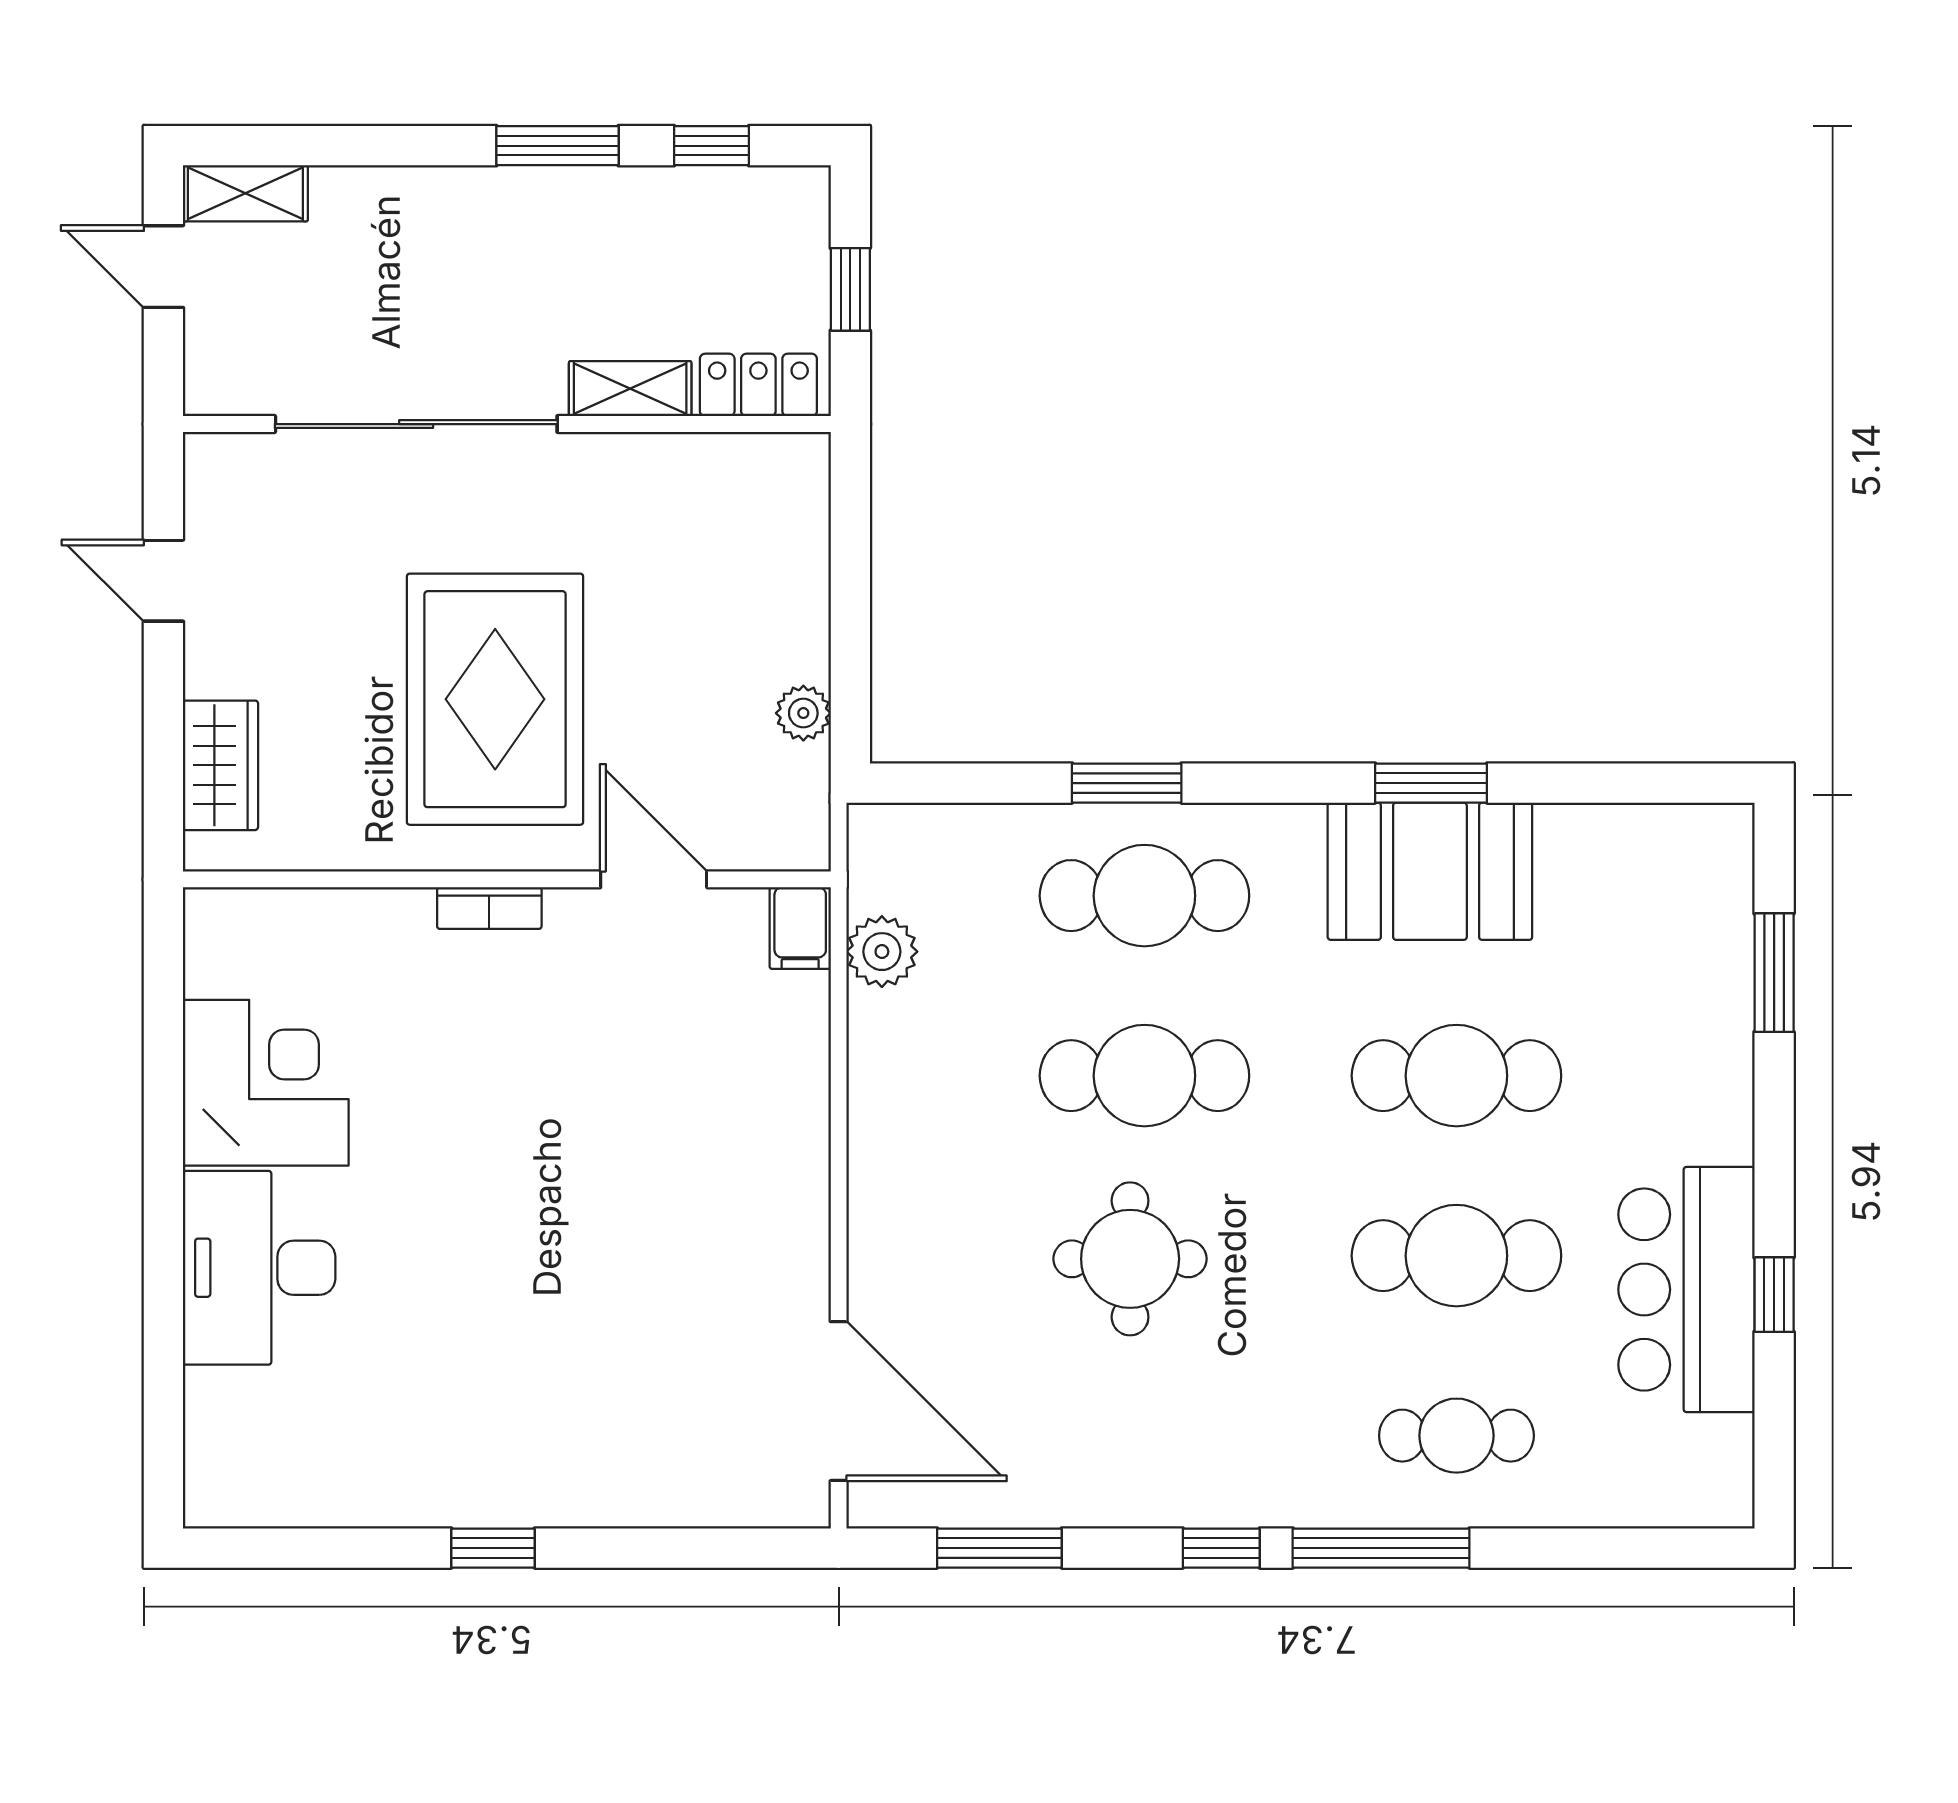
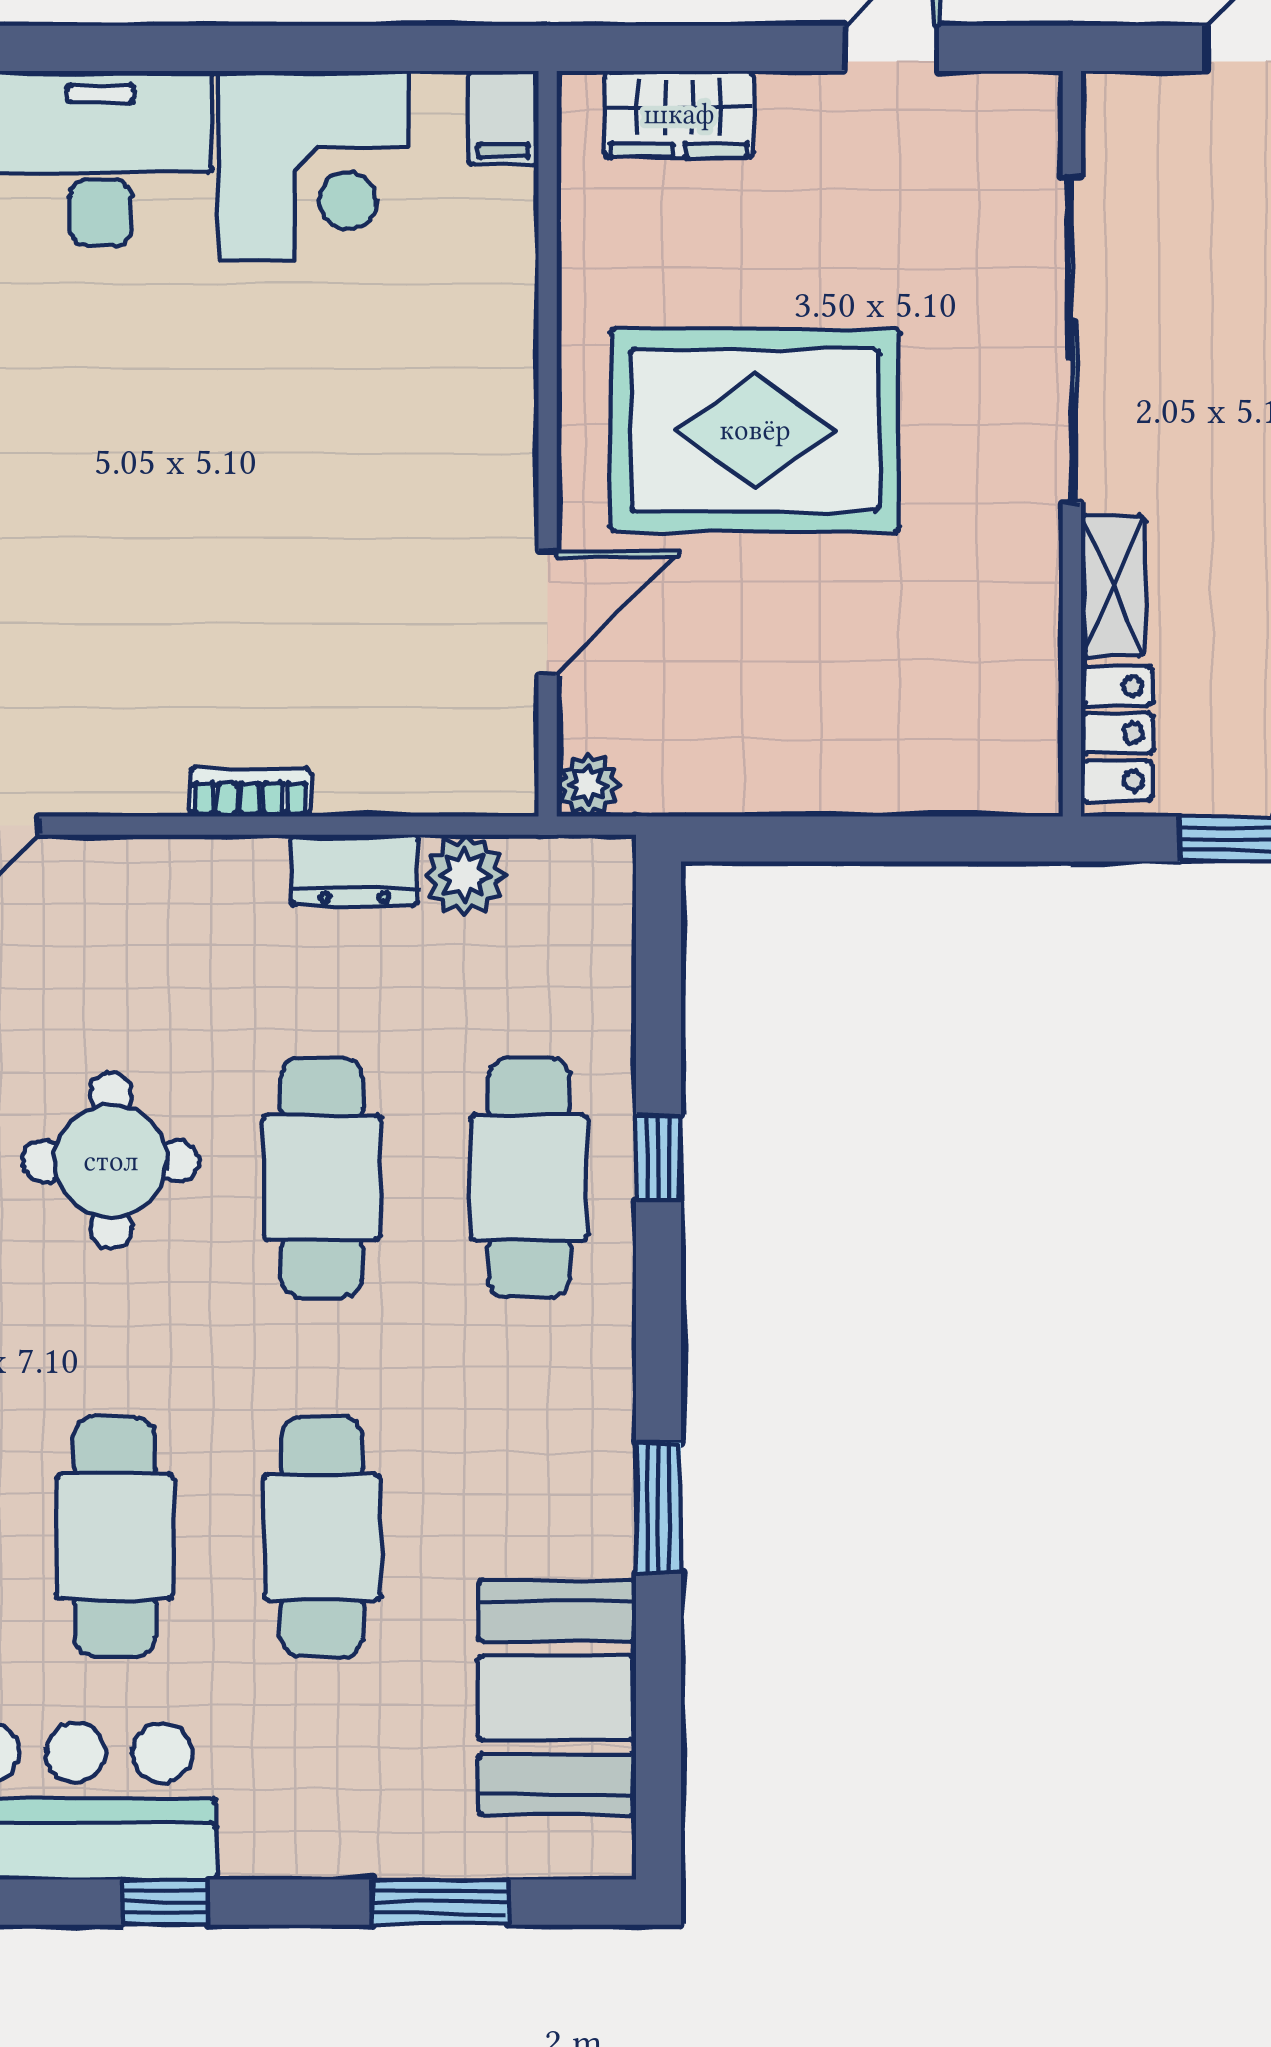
plant: (803, 713) -> (588, 785), moved
window: (1127, 783) -> (658, 1157), width x0.67
booth: (1430, 871) -> (557, 1698), moved
bookcase: (489, 908) -> (250, 793), moved, turned 90
filing cabinet: (800, 928) -> (503, 118), moved, turned -90
dresser: (877, 1047) -> (354, 870), added
window: (1774, 1295) -> (165, 1902), moved

